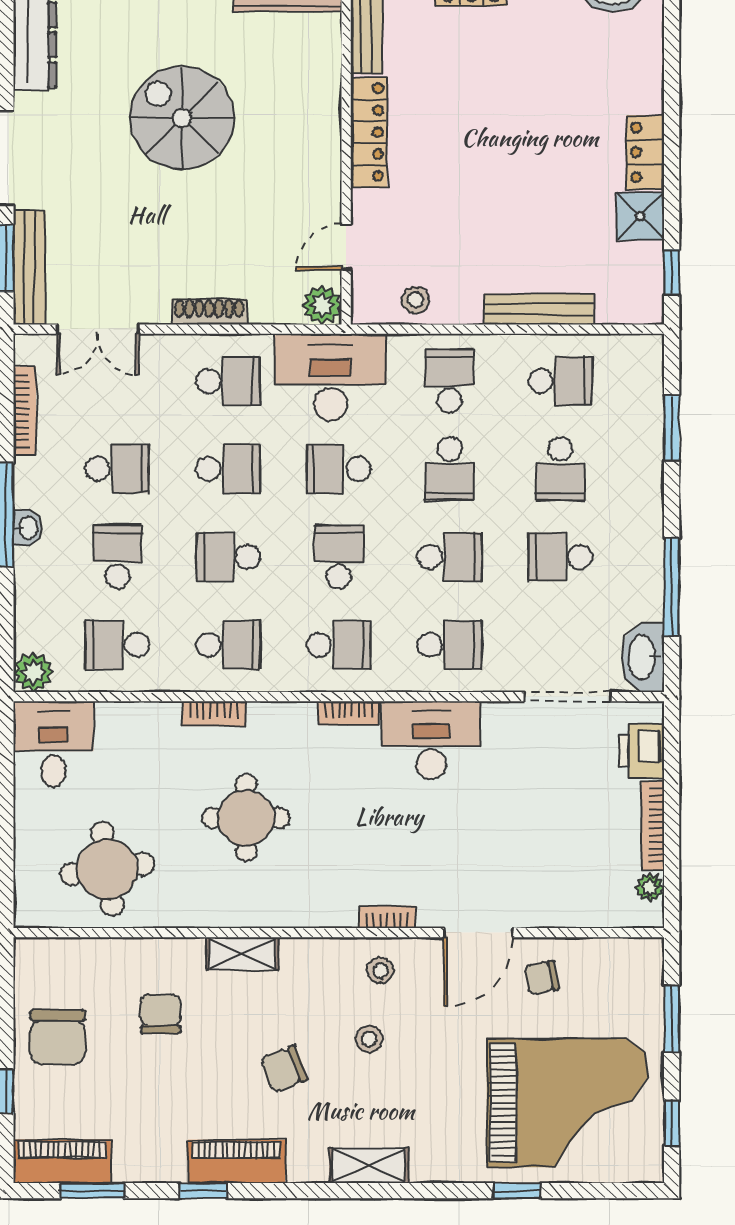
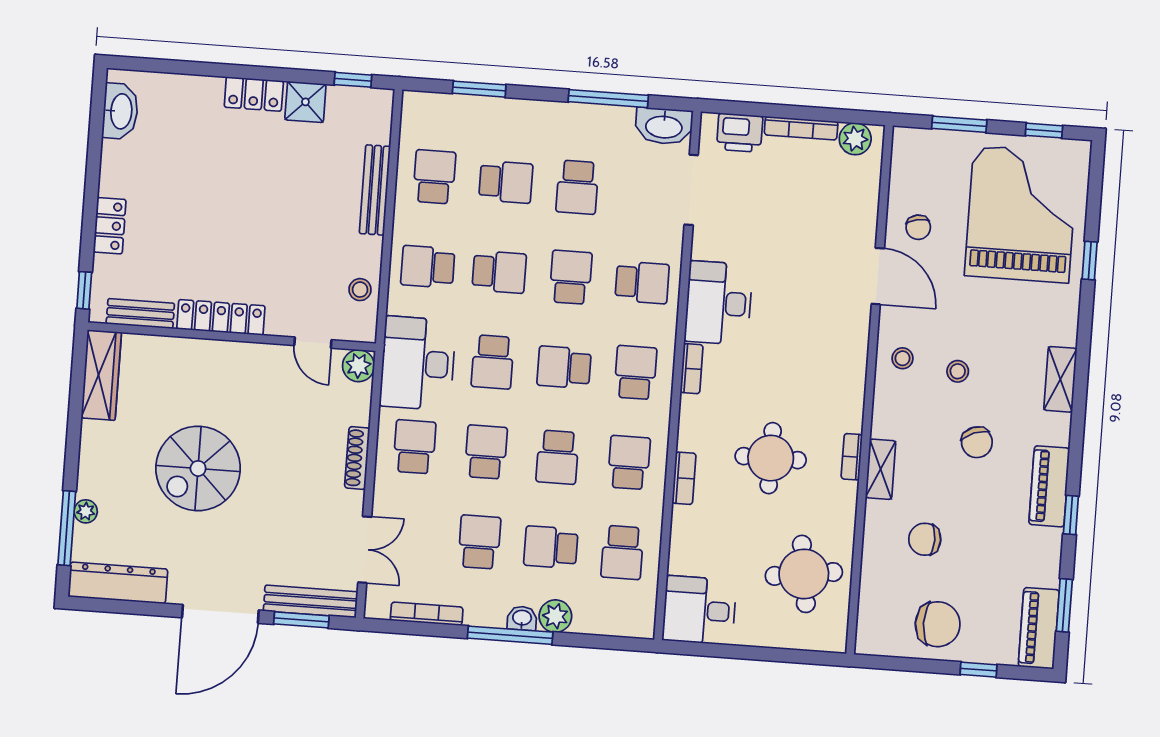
school desk: (450, 645) -> (642, 282), turned 90
plant: (33, 672) -> (555, 616), moved
plant: (650, 887) -> (855, 139), width x1.38, depth x1.38
bookcase: (387, 917) -> (852, 457), moved

